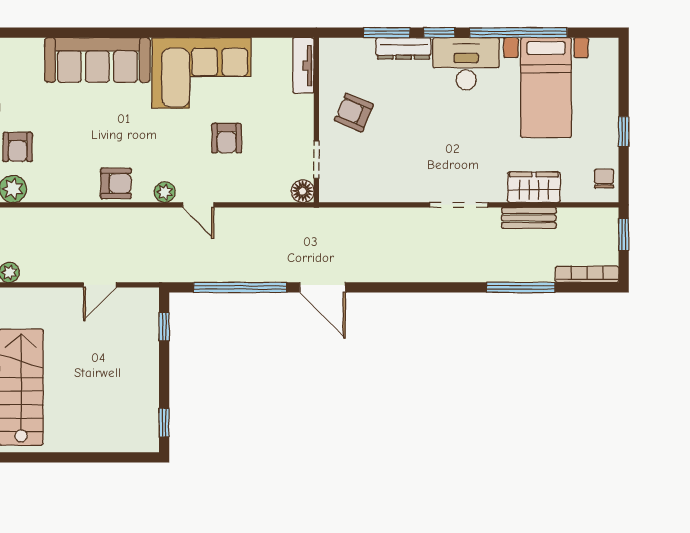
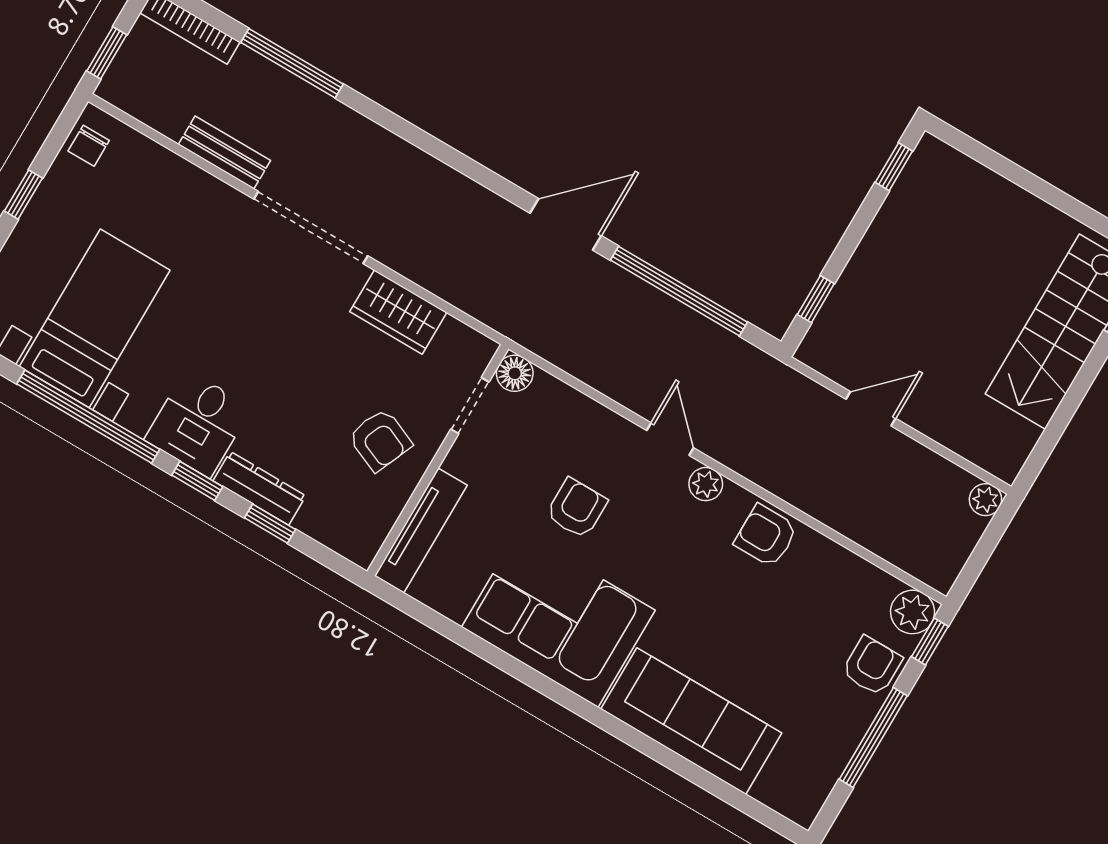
window: (387, 33) -> (270, 524), width x0.67
desk: (466, 64) -> (198, 424), width x0.73
tv unit: (303, 65) -> (421, 530), width x1.41
wardrobe: (534, 187) -> (398, 312), moved
doorway: (459, 205) -> (311, 227), width x1.36
door: (322, 287) -> (566, 224), hinge flipped

